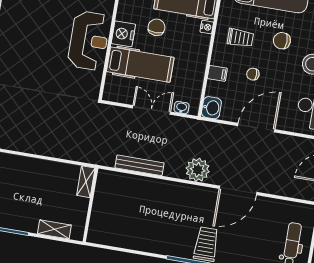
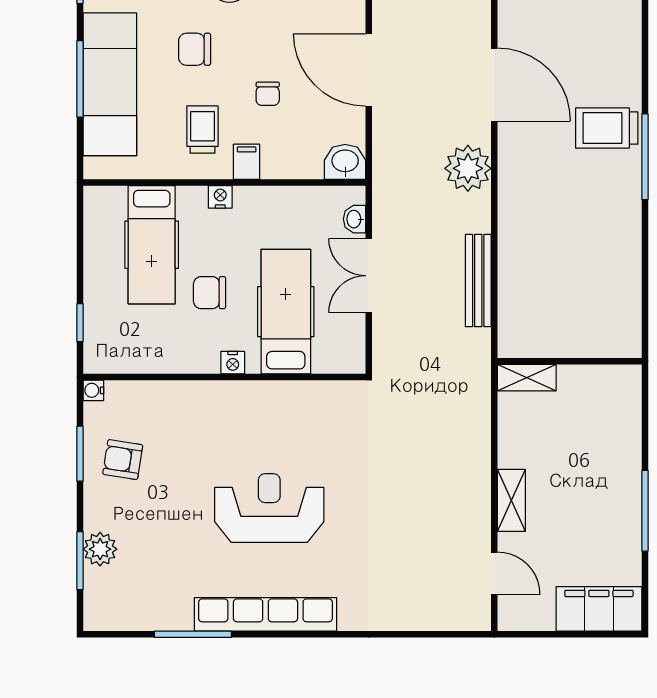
nightstand: (207, 27) -> (220, 197), moved
nightstand: (123, 34) -> (233, 363), width x0.53, depth x0.56
reception desk: (89, 41) -> (269, 508), moved
chair: (282, 41) -> (195, 49), turned 90
filing cabinet: (217, 73) -> (247, 162), moved
shelving: (54, 229) -> (511, 500), moved

